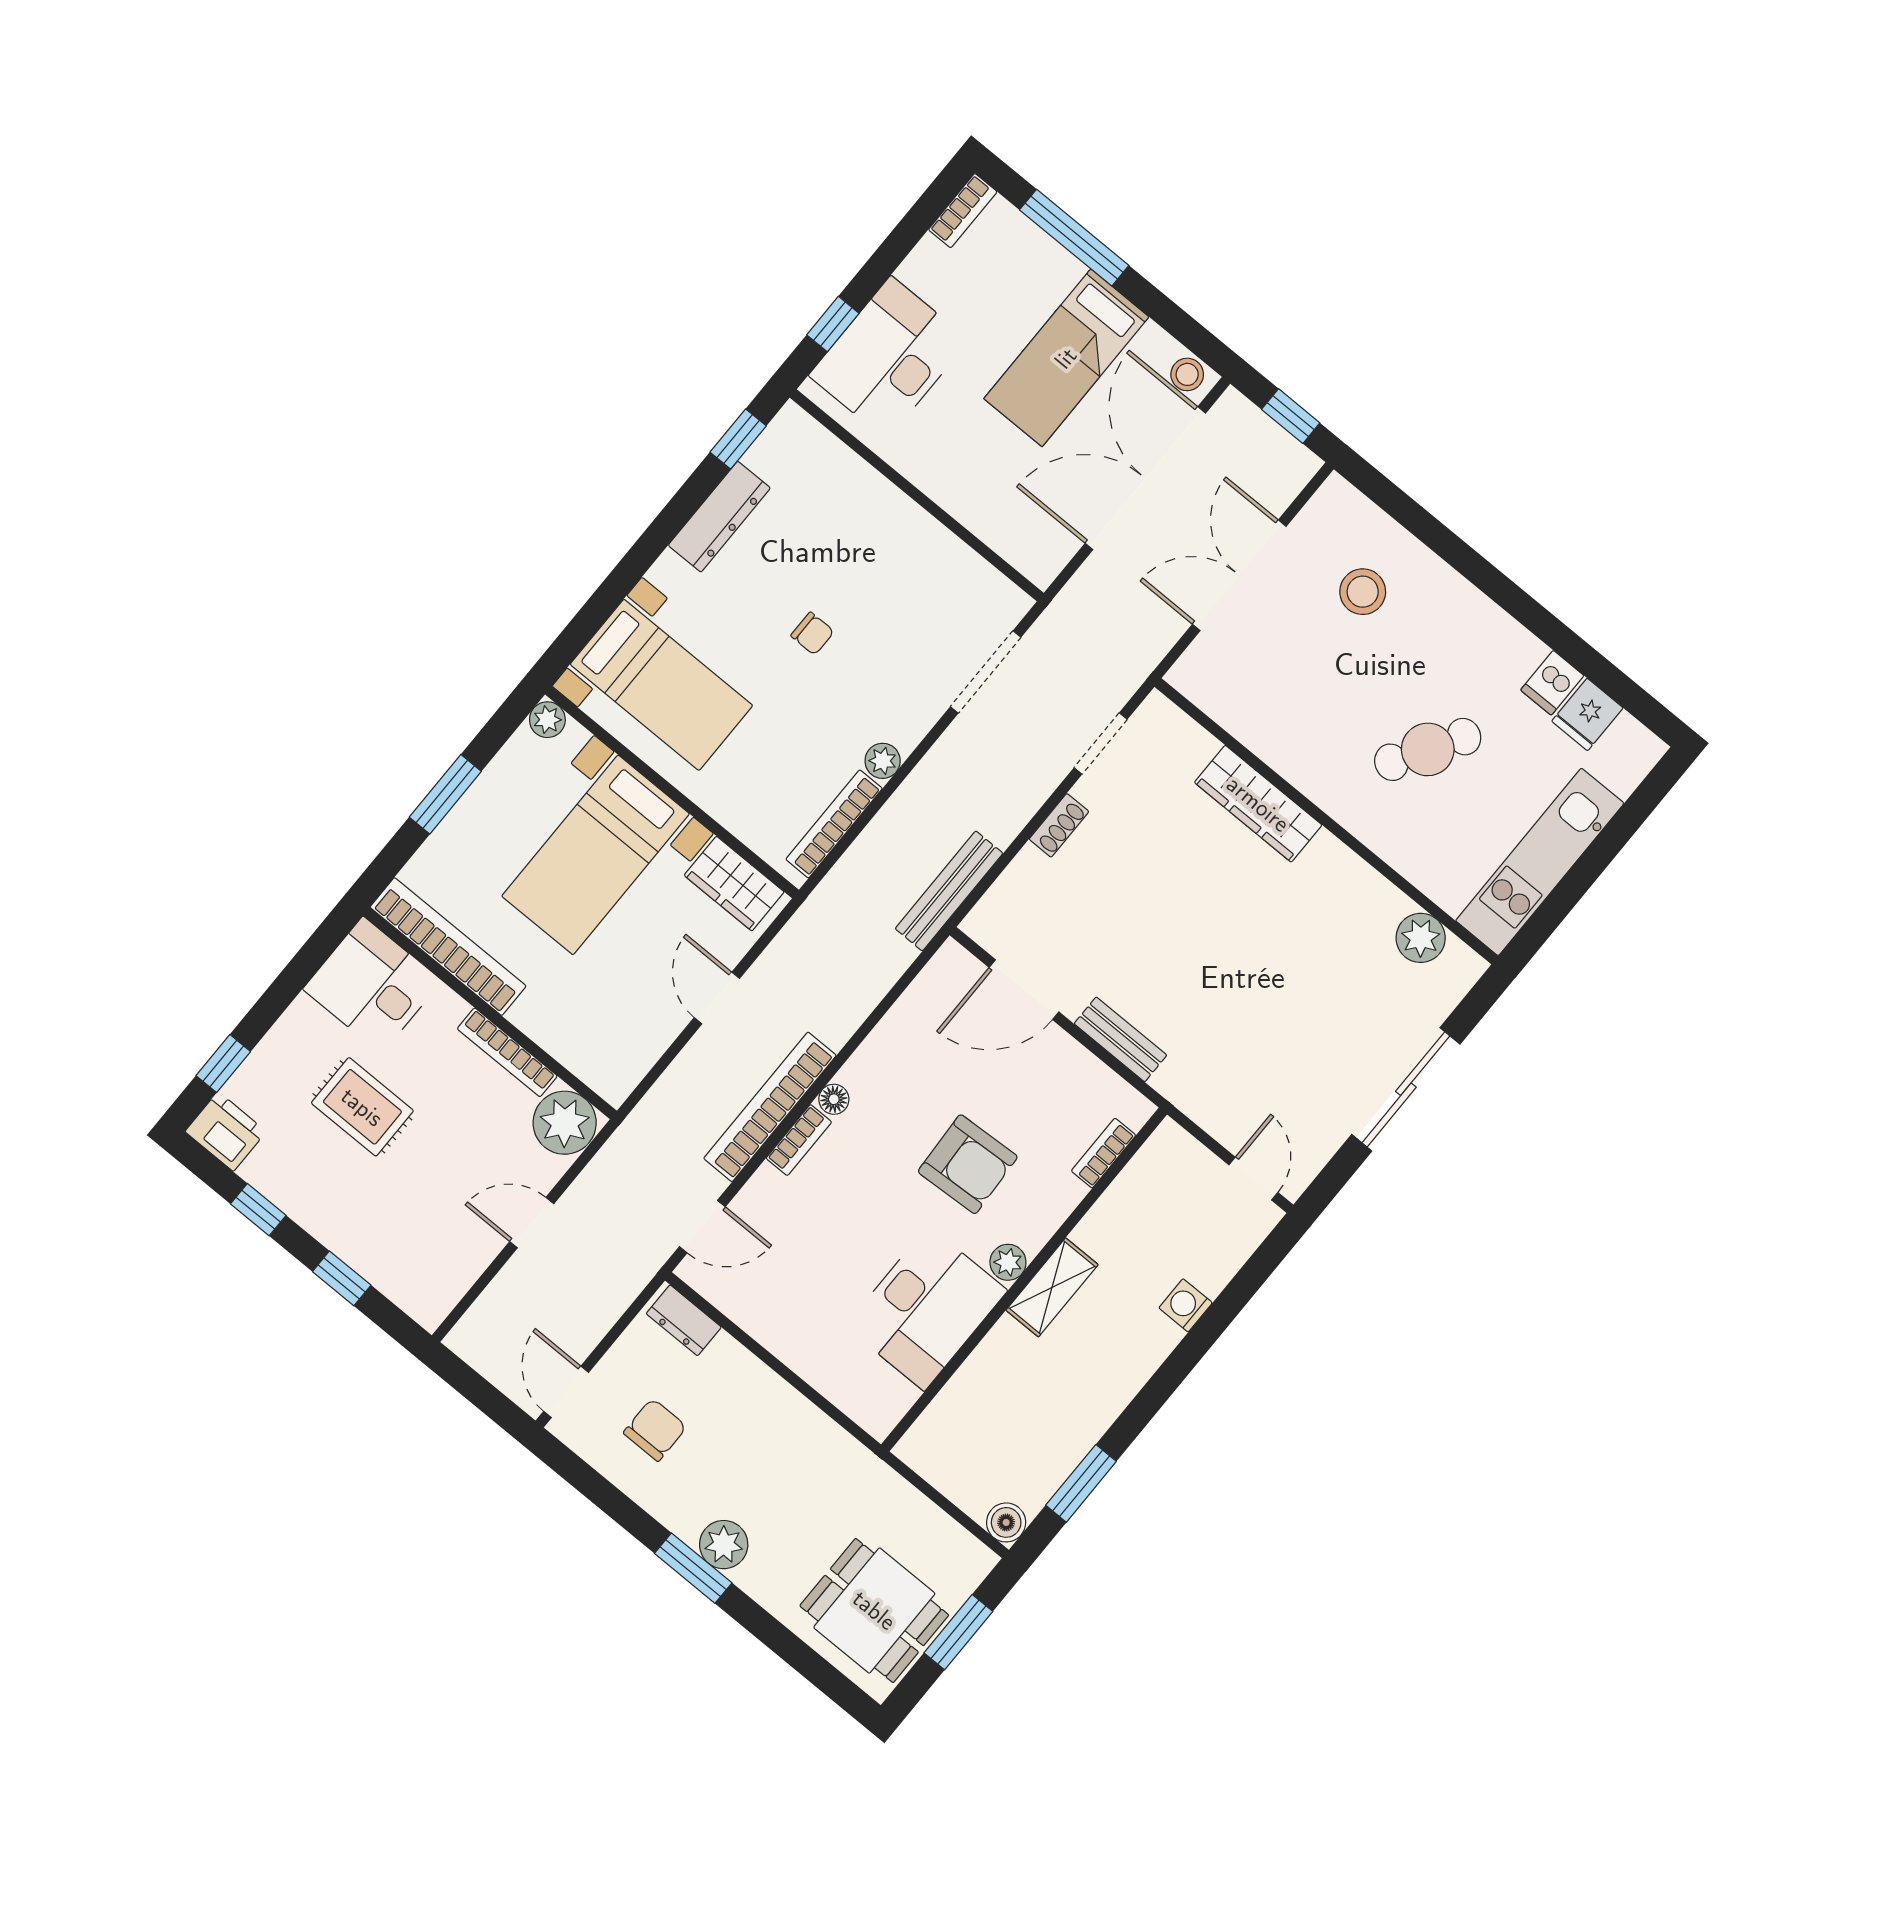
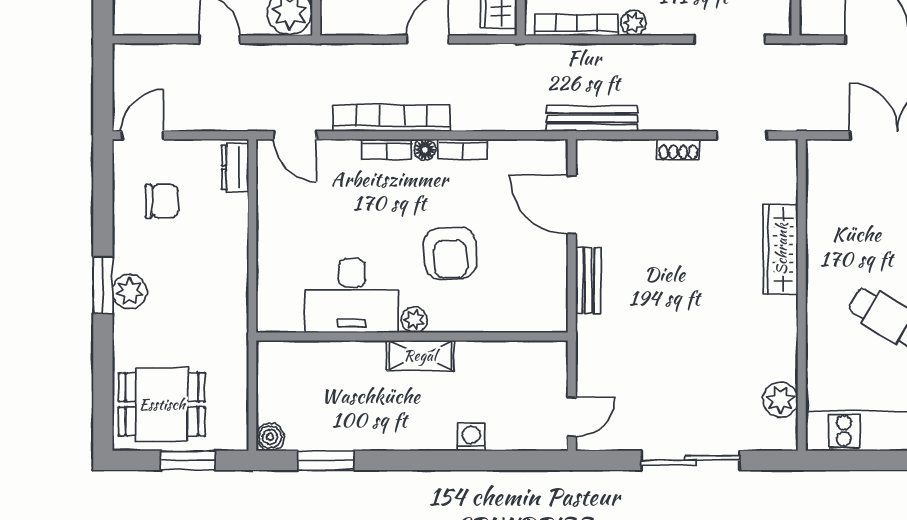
bookcase: (1104, 1153) -> (463, 149), moved, turned 180
dining table: (874, 1610) -> (162, 404), turned 90

